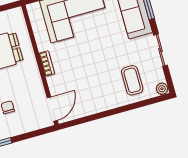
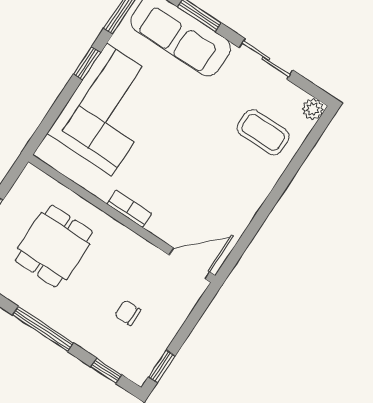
door: (52, 109) -> (190, 264), hinge flipped

